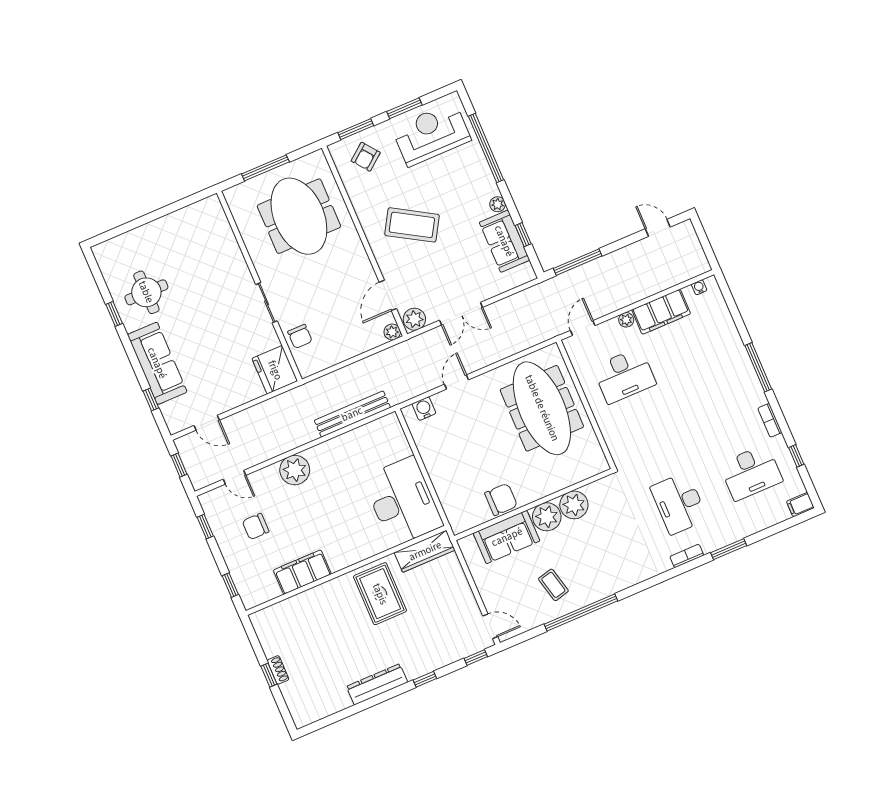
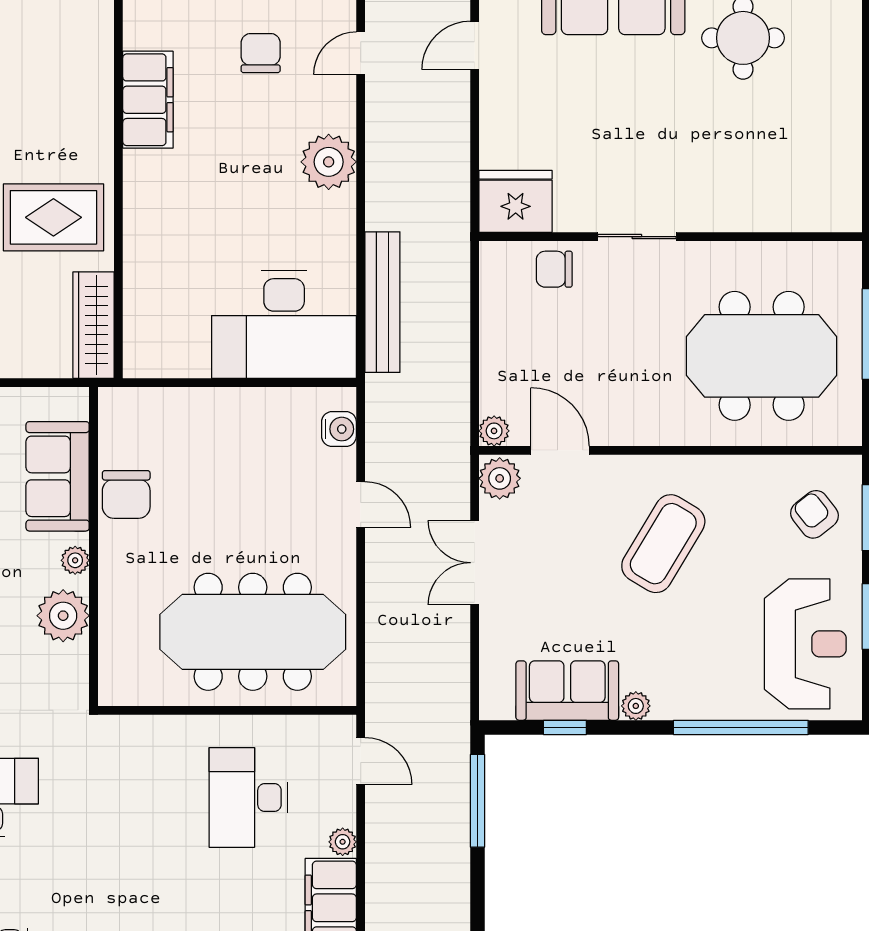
desk: (403, 501) -> (284, 324), moved
plant: (547, 517) -> (75, 560), width x0.53, depth x0.53

